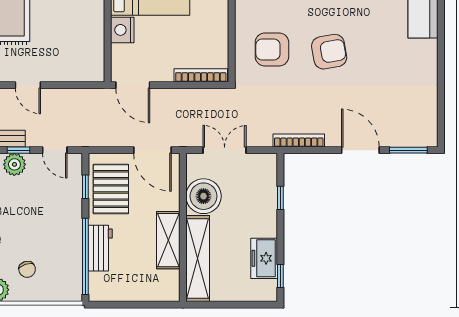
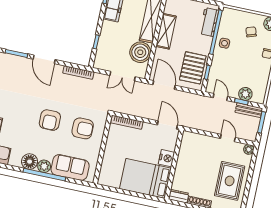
armchair: (329, 52) -> (50, 120), turned -80
side table: (67, 241) -> (224, 43), added
workbench: (100, 248) -> (209, 22), moved

